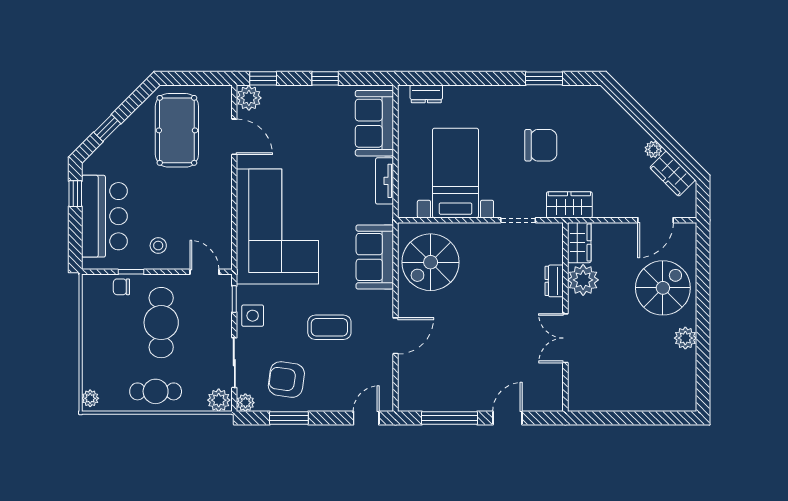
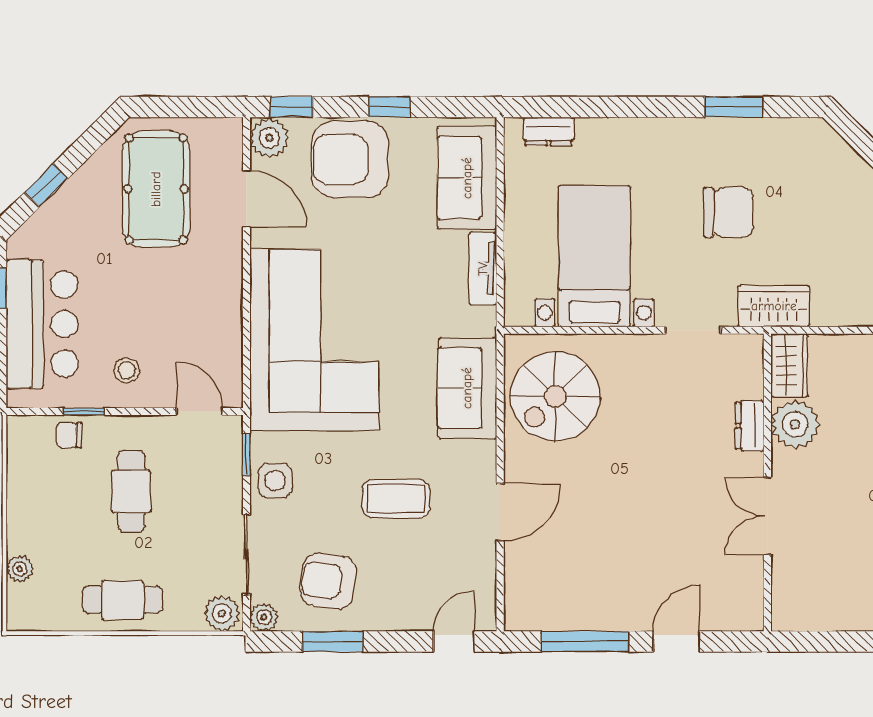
armchair: (300, 111) -> (350, 159), added
cafe table: (161, 323) -> (131, 491), width x0.73, depth x0.74
plant: (90, 398) -> (20, 569), moved

